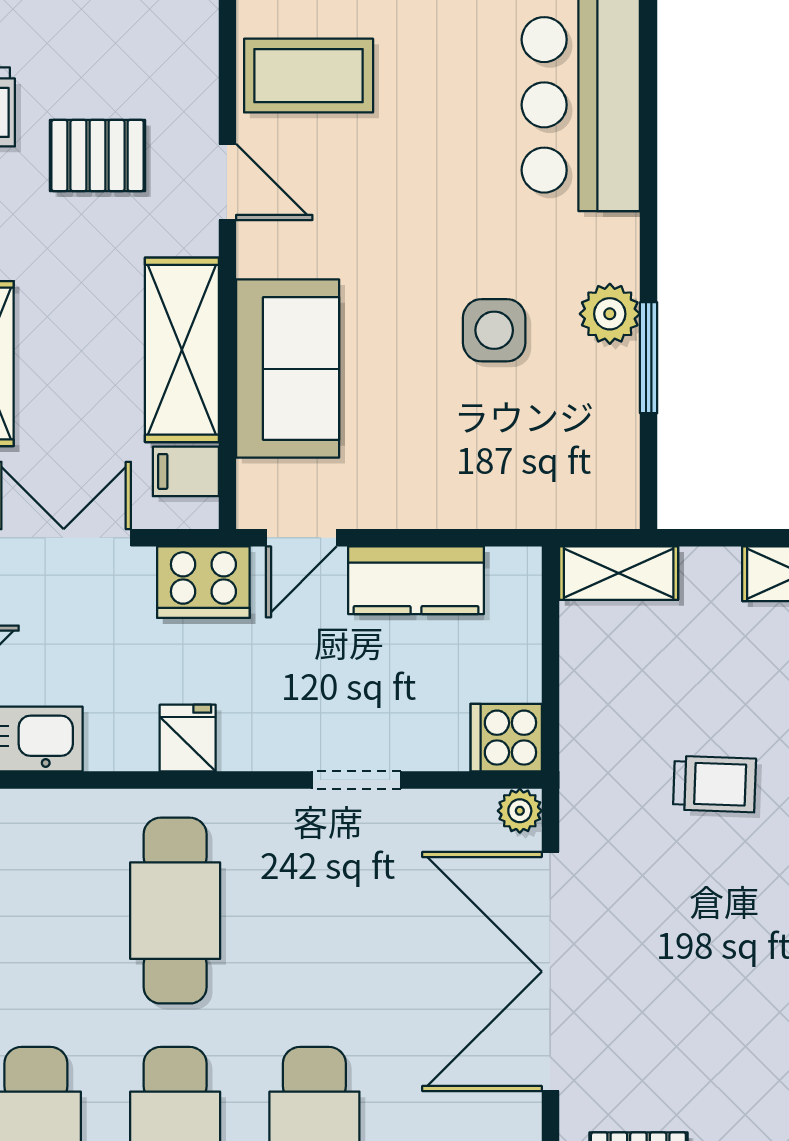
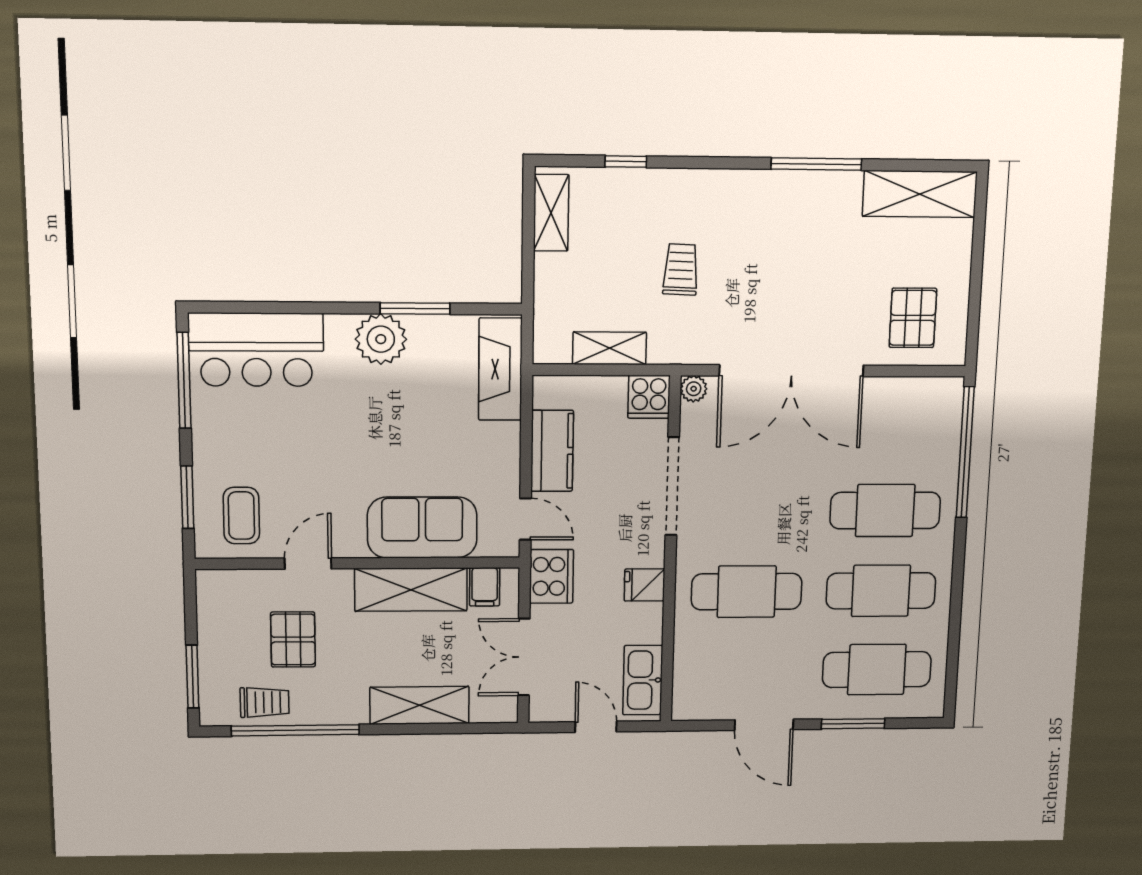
coffee table: (309, 76) -> (241, 516), width x0.73, depth x0.77
plant: (610, 314) -> (381, 339), width x1.36, depth x1.36
side table: (494, 330) -> (398, 403), removed
fireplace: (551, 495) -> (500, 369), added
shelving: (619, 573) -> (609, 348), moved, turned 90
doorway: (356, 780) -> (672, 486), width x1.88

